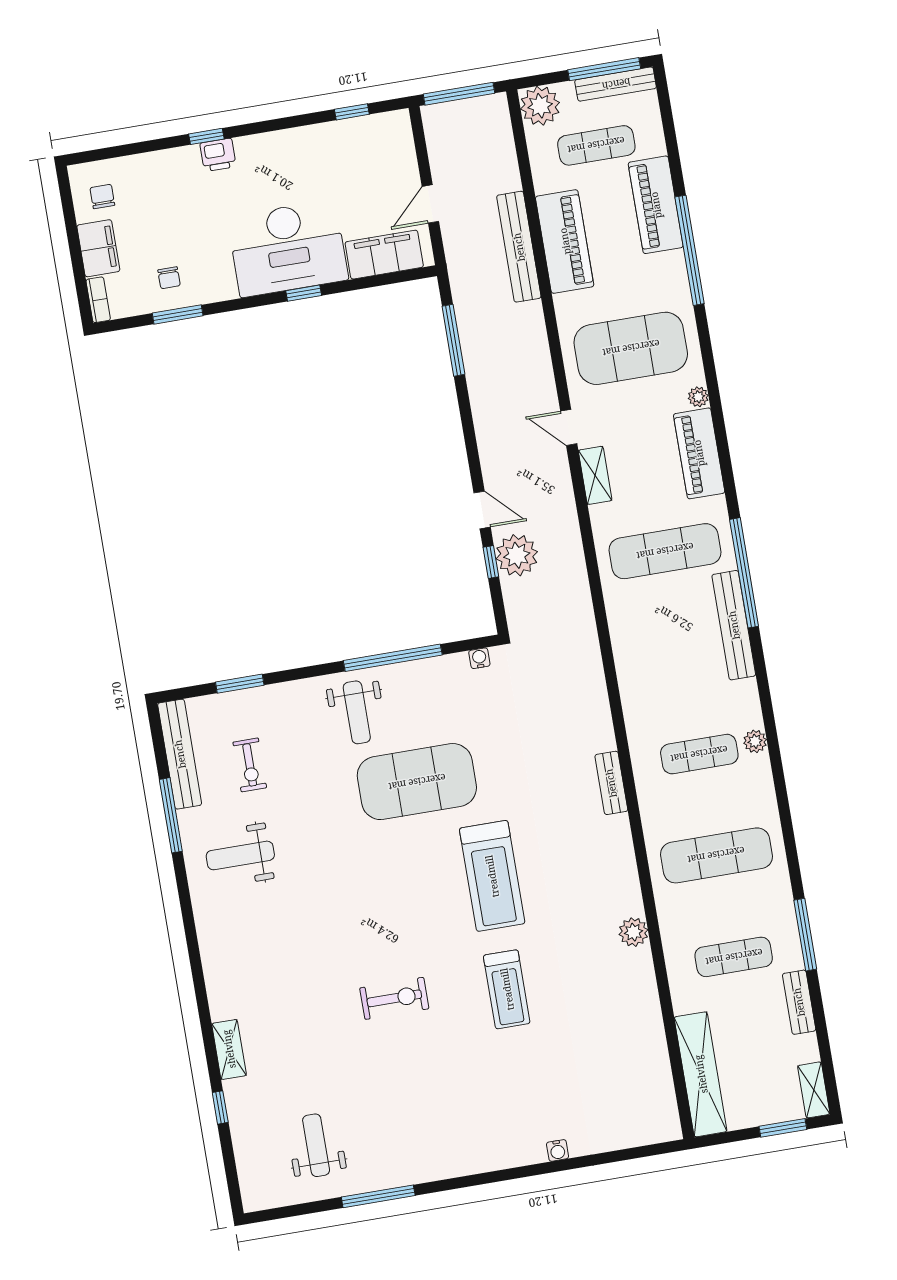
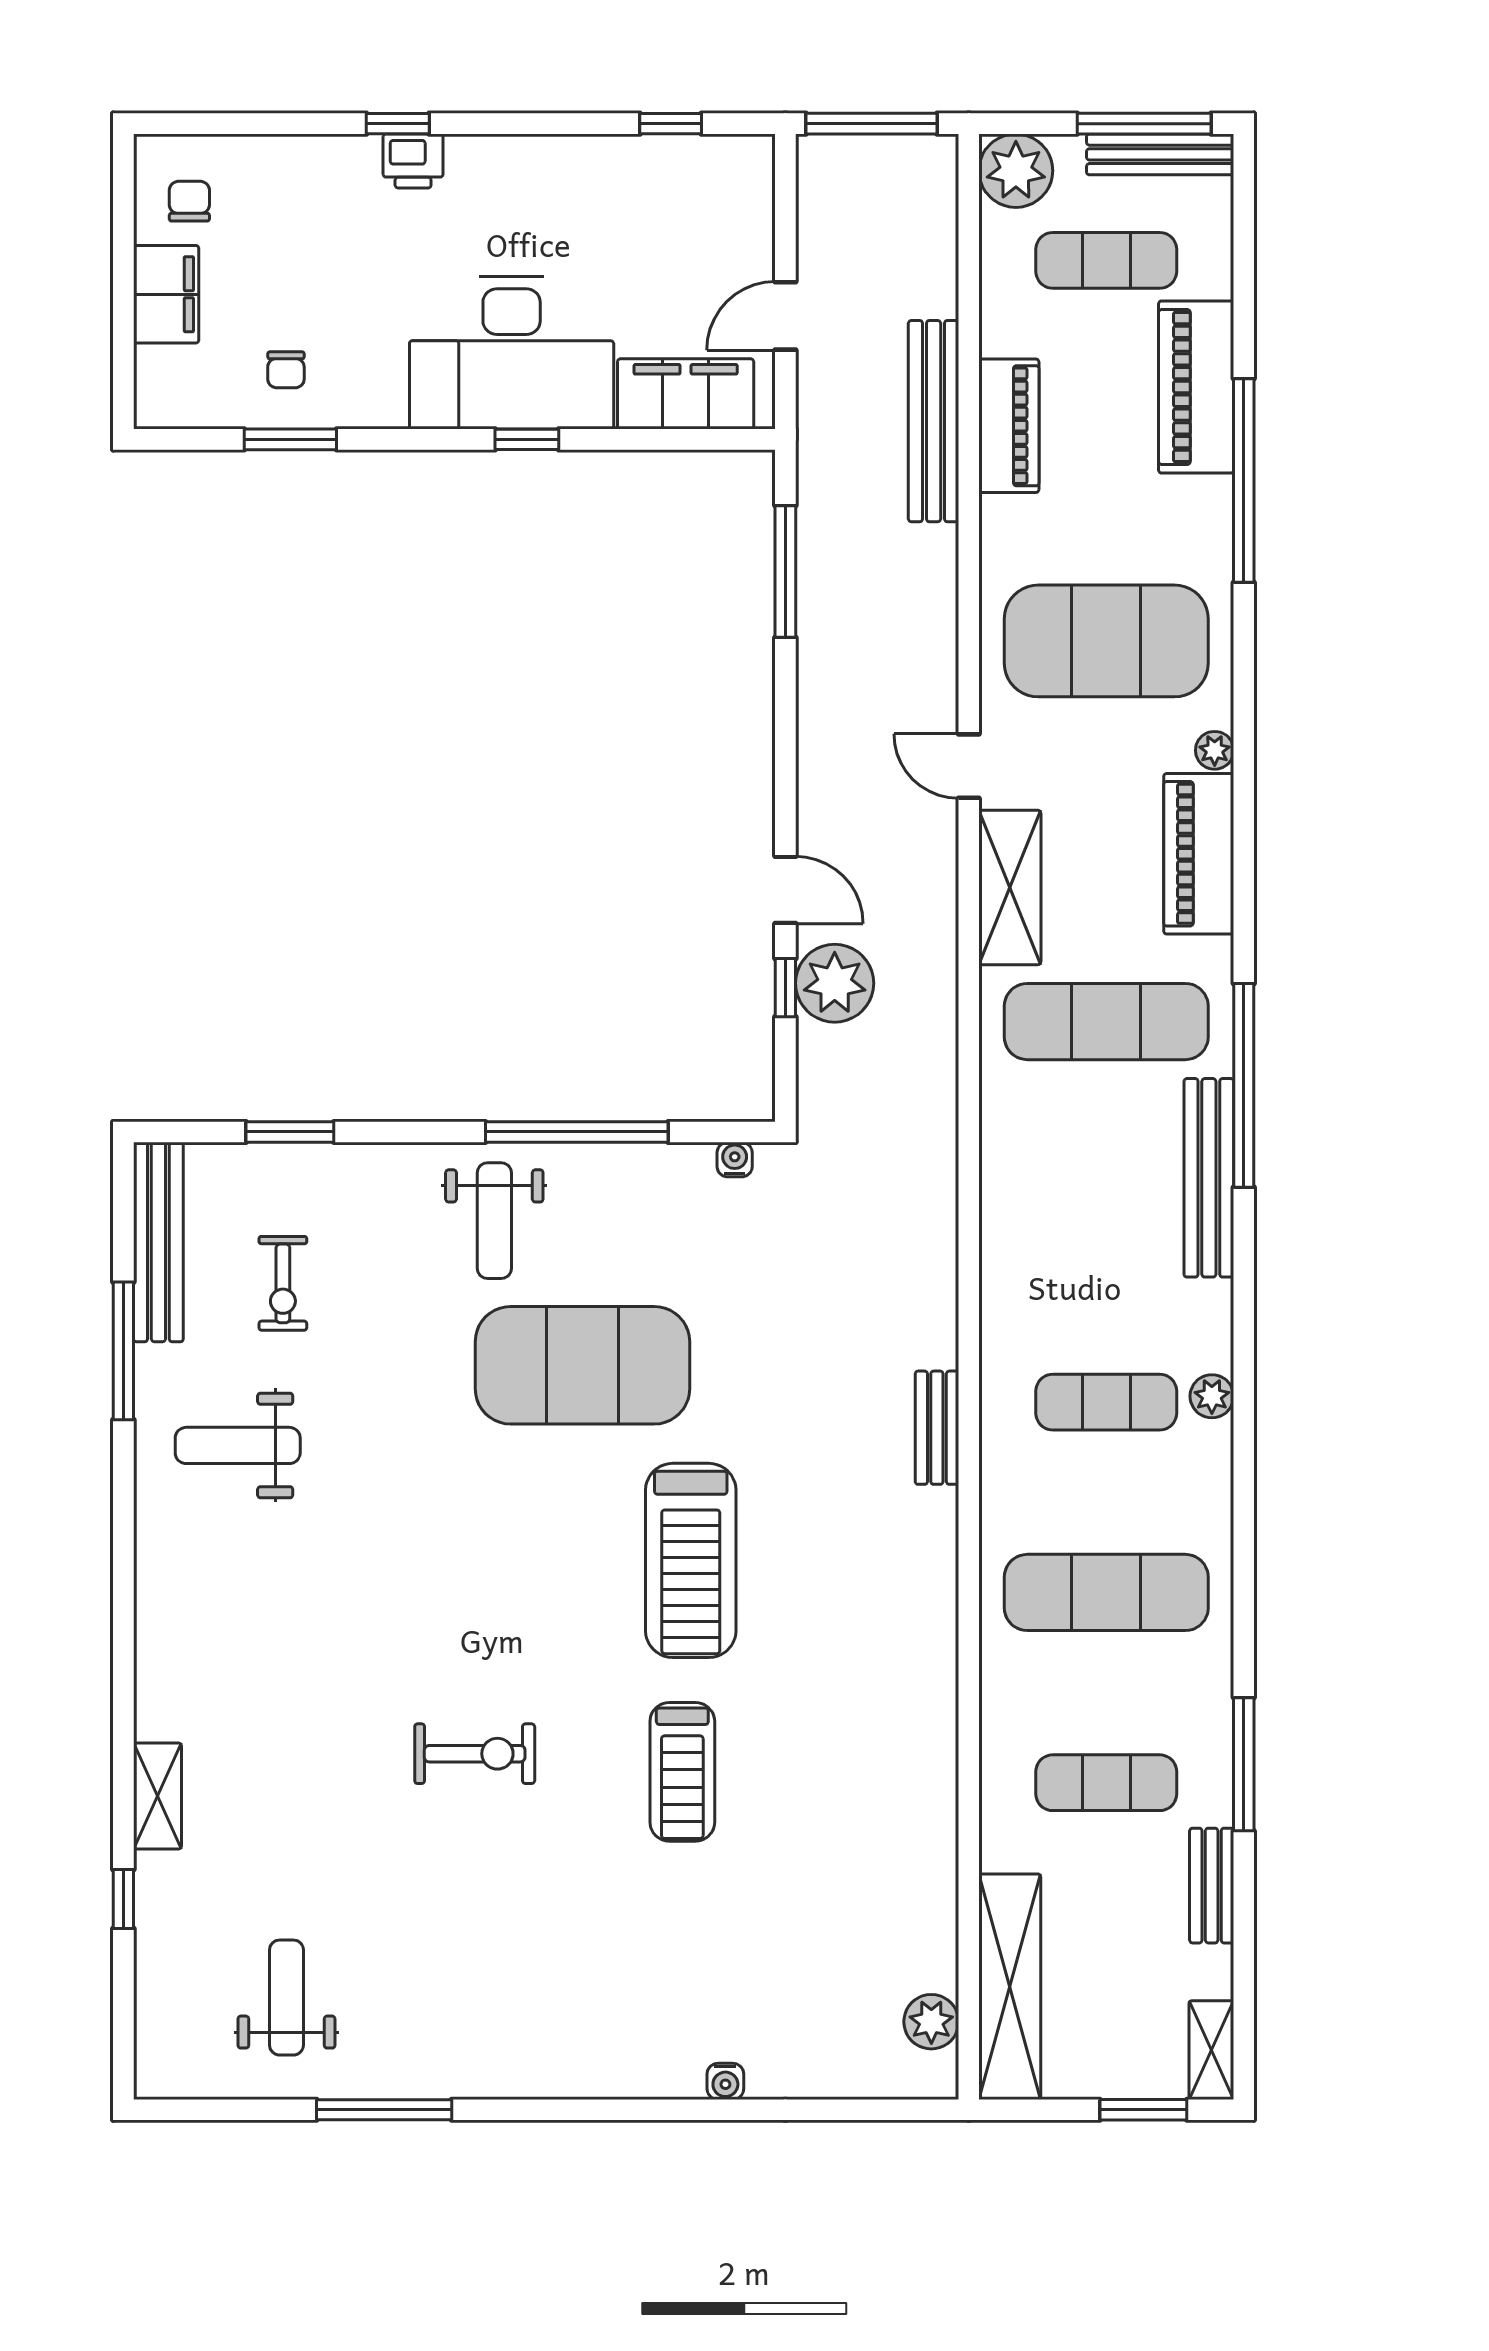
piano: (565, 241) -> (1009, 426), width x0.73, depth x0.75
bookcase: (98, 300) -> (150, 388), removed
shelving: (595, 475) -> (1010, 887), width x1.50, depth x1.33
plant: (633, 932) -> (931, 2022), moved

